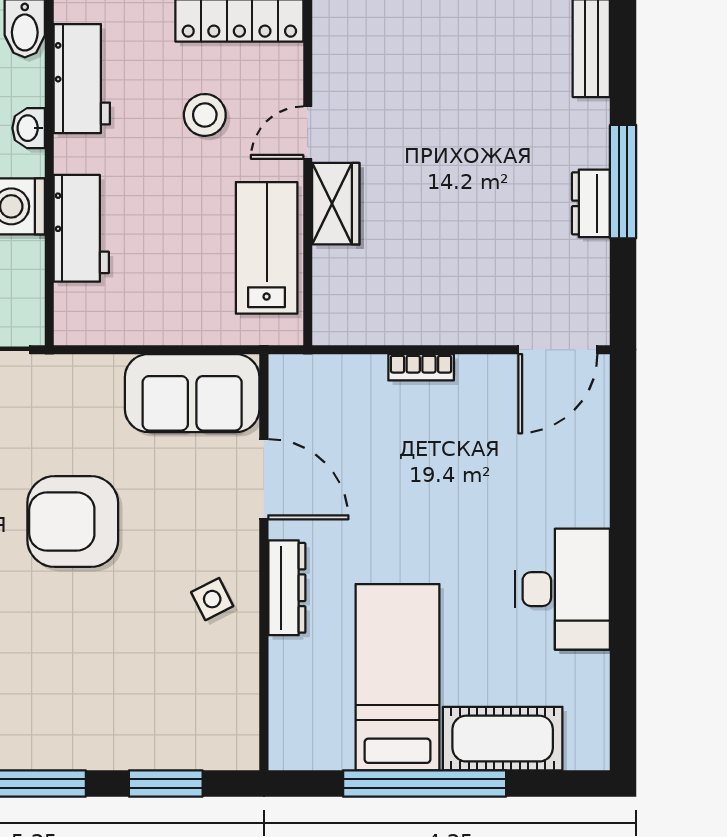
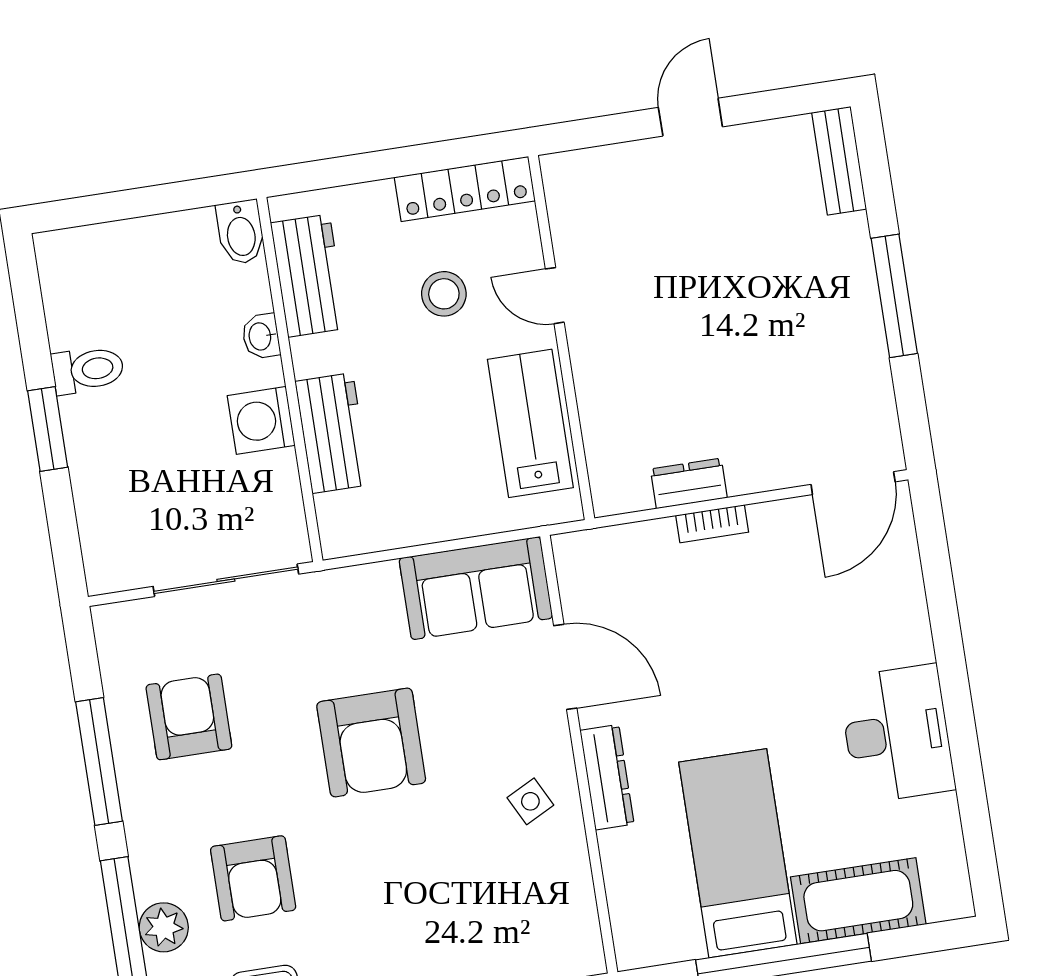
door: (308, 133) -> (555, 296), hinge flipped
dresser: (591, 203) -> (689, 483), moved, turned 90
wardrobe: (336, 204) -> (596, 366), removed
armchair: (73, 522) -> (371, 742), turned -90

